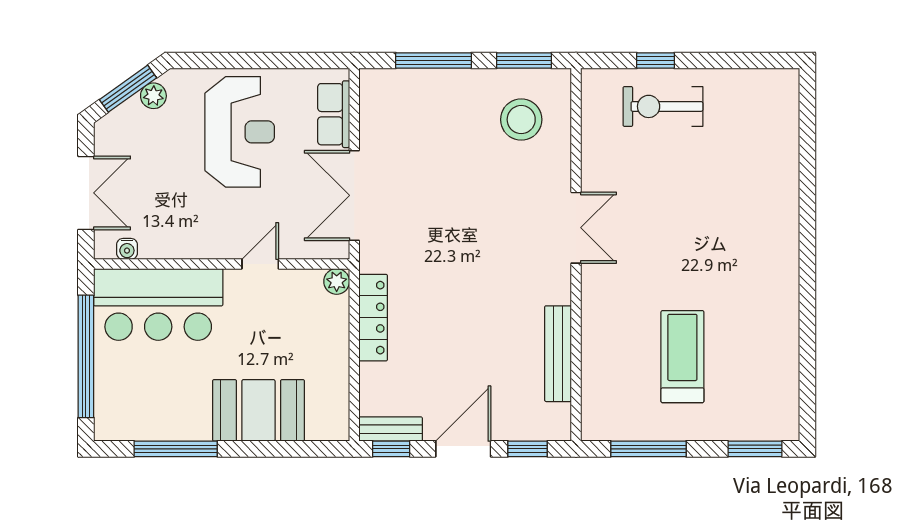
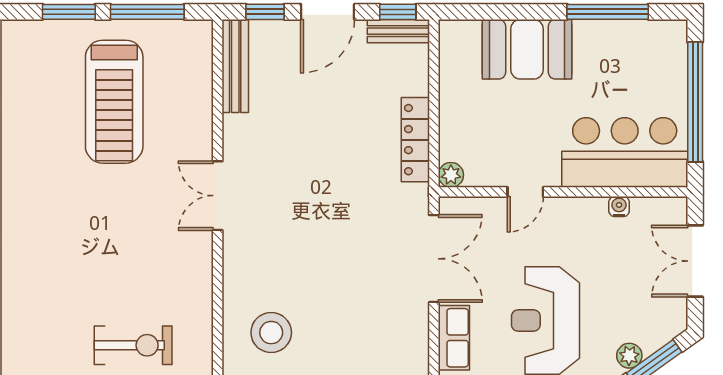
double door: (576, 228) -> (218, 196), moved
water cooler: (127, 249) -> (619, 207), moved
bench: (558, 354) -> (235, 66), moved
treadmill: (682, 357) -> (114, 102), width x1.37, depth x1.37
window: (755, 449) -> (69, 12), moved

